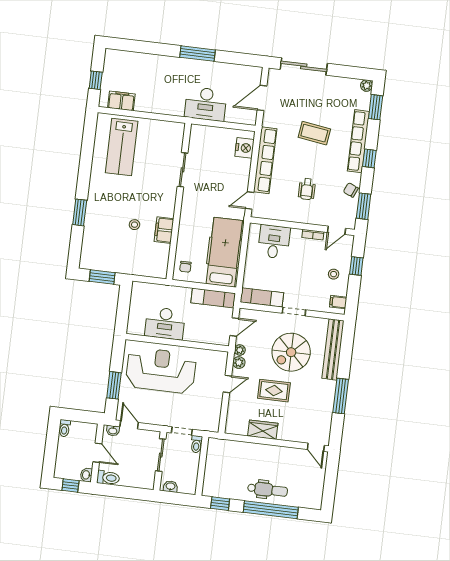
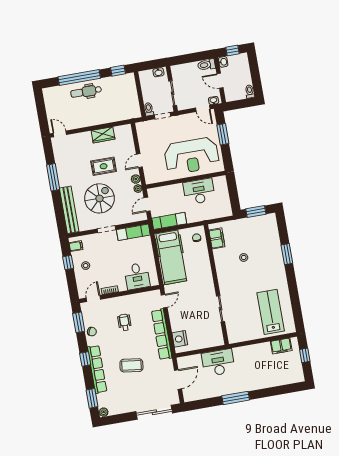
filing cabinet: (164, 230) -> (217, 238), moved
window: (356, 266) -> (68, 262), moved

